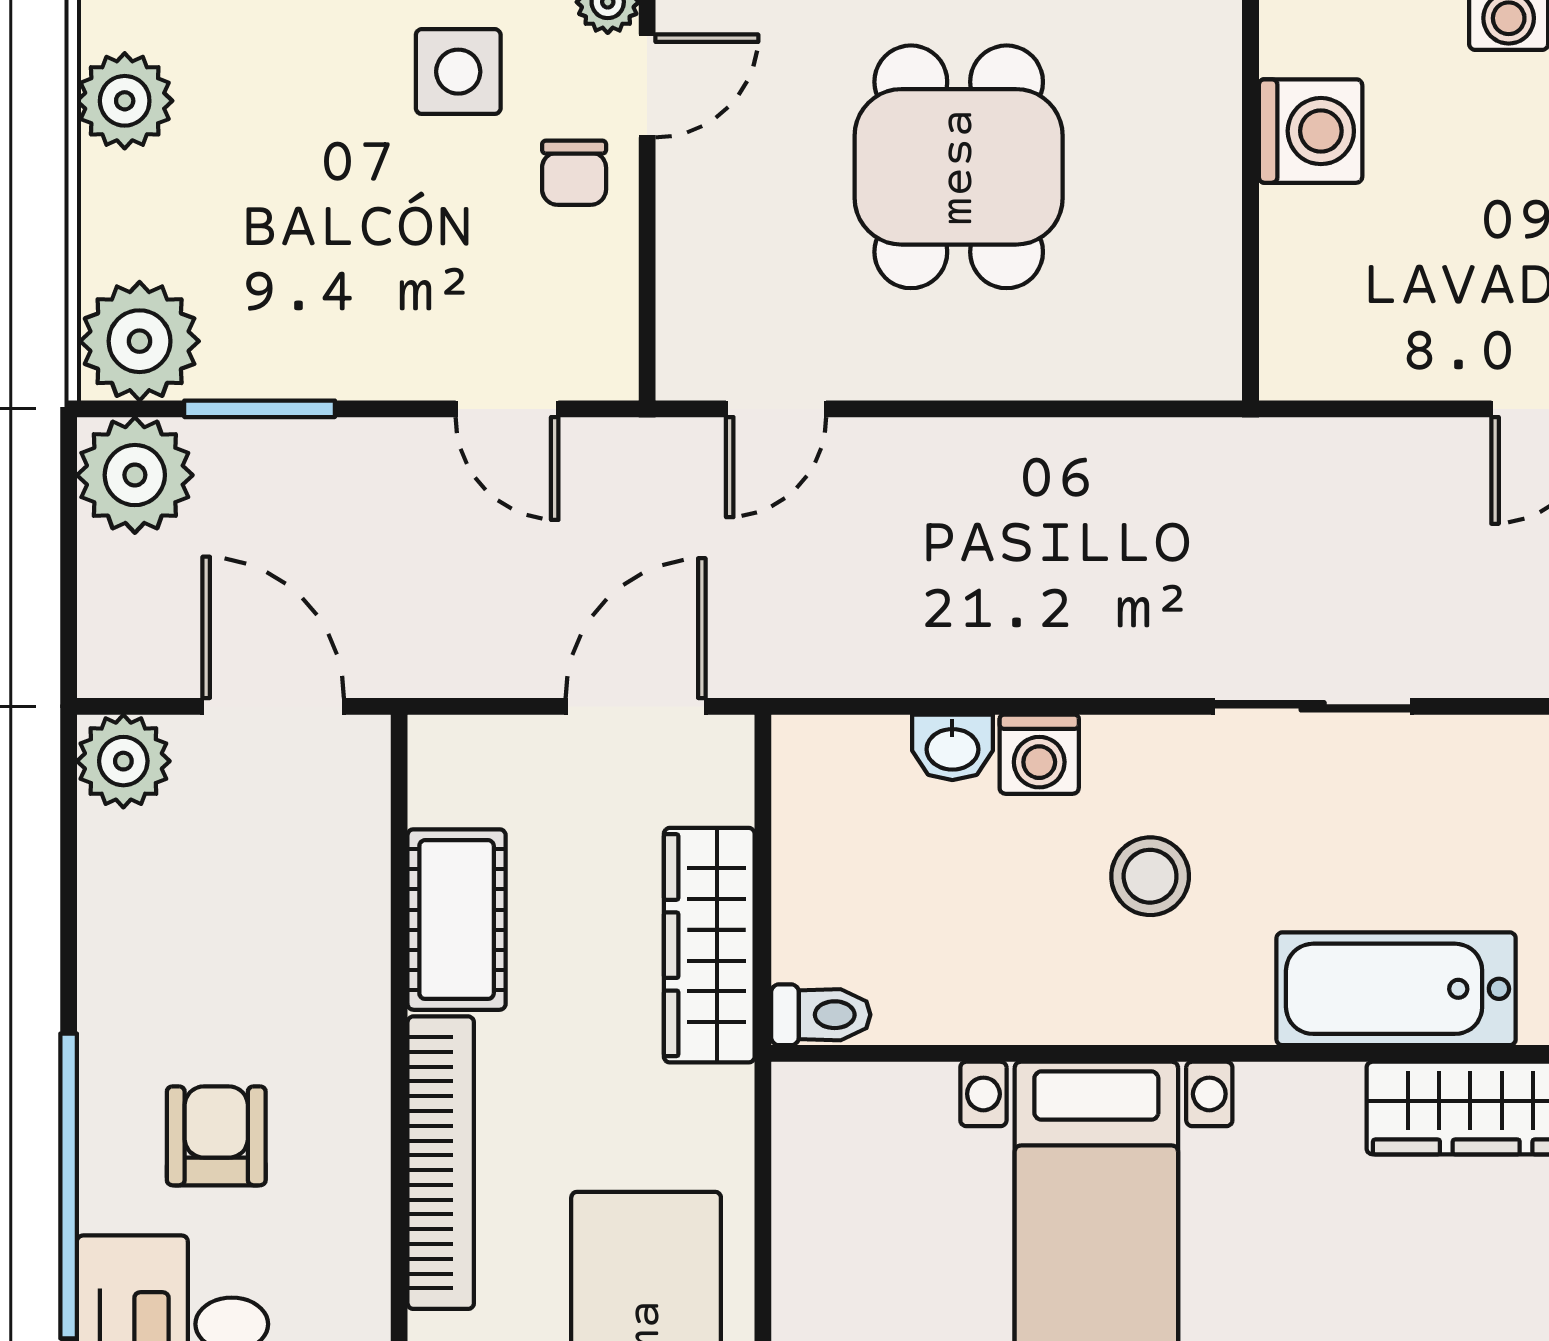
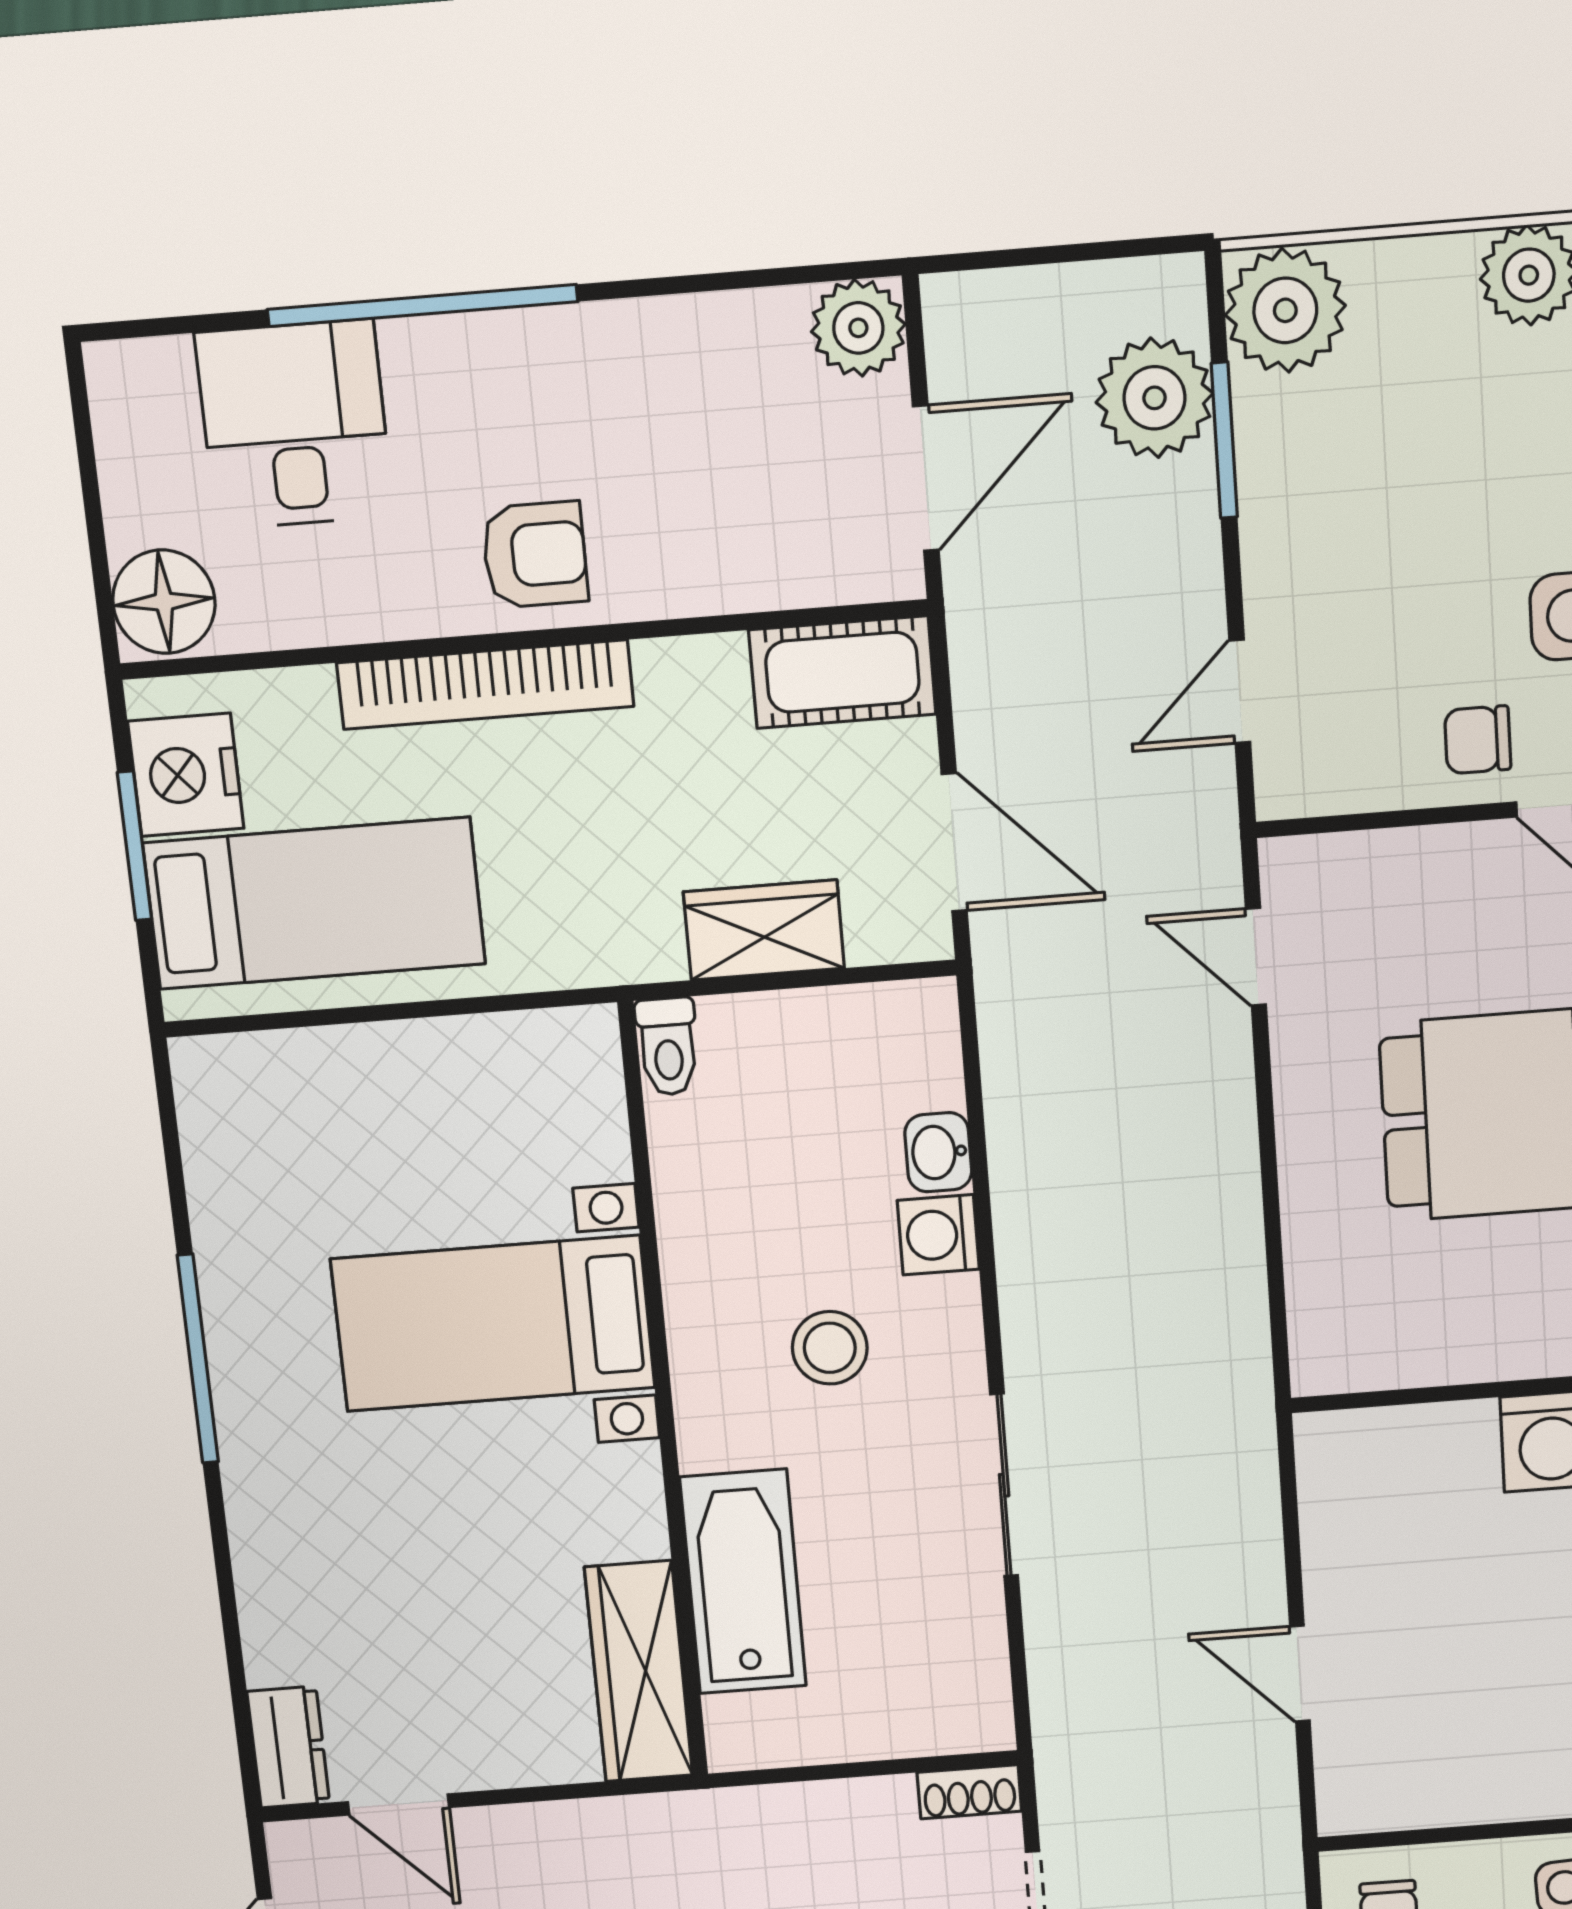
plant: (135, 475) -> (1155, 398), moved
cot: (457, 920) -> (842, 672), moved
wardrobe: (709, 945) -> (764, 930), width x0.67
armchair: (216, 1136) -> (535, 555), moved

